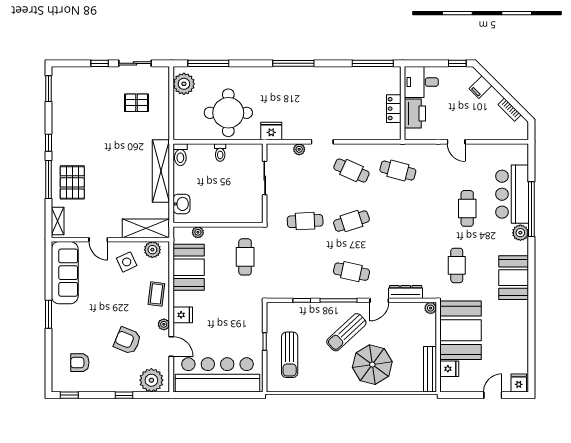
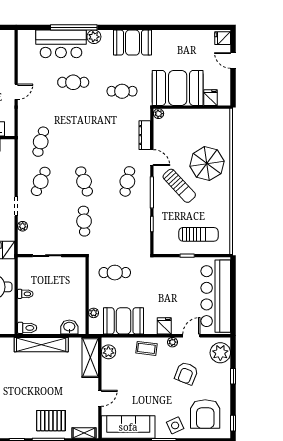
side table: (127, 262) -> (175, 425), moved
armchair: (80, 363) -> (205, 414), width x1.88, depth x1.88
bench: (430, 369) -> (211, 114), removed

